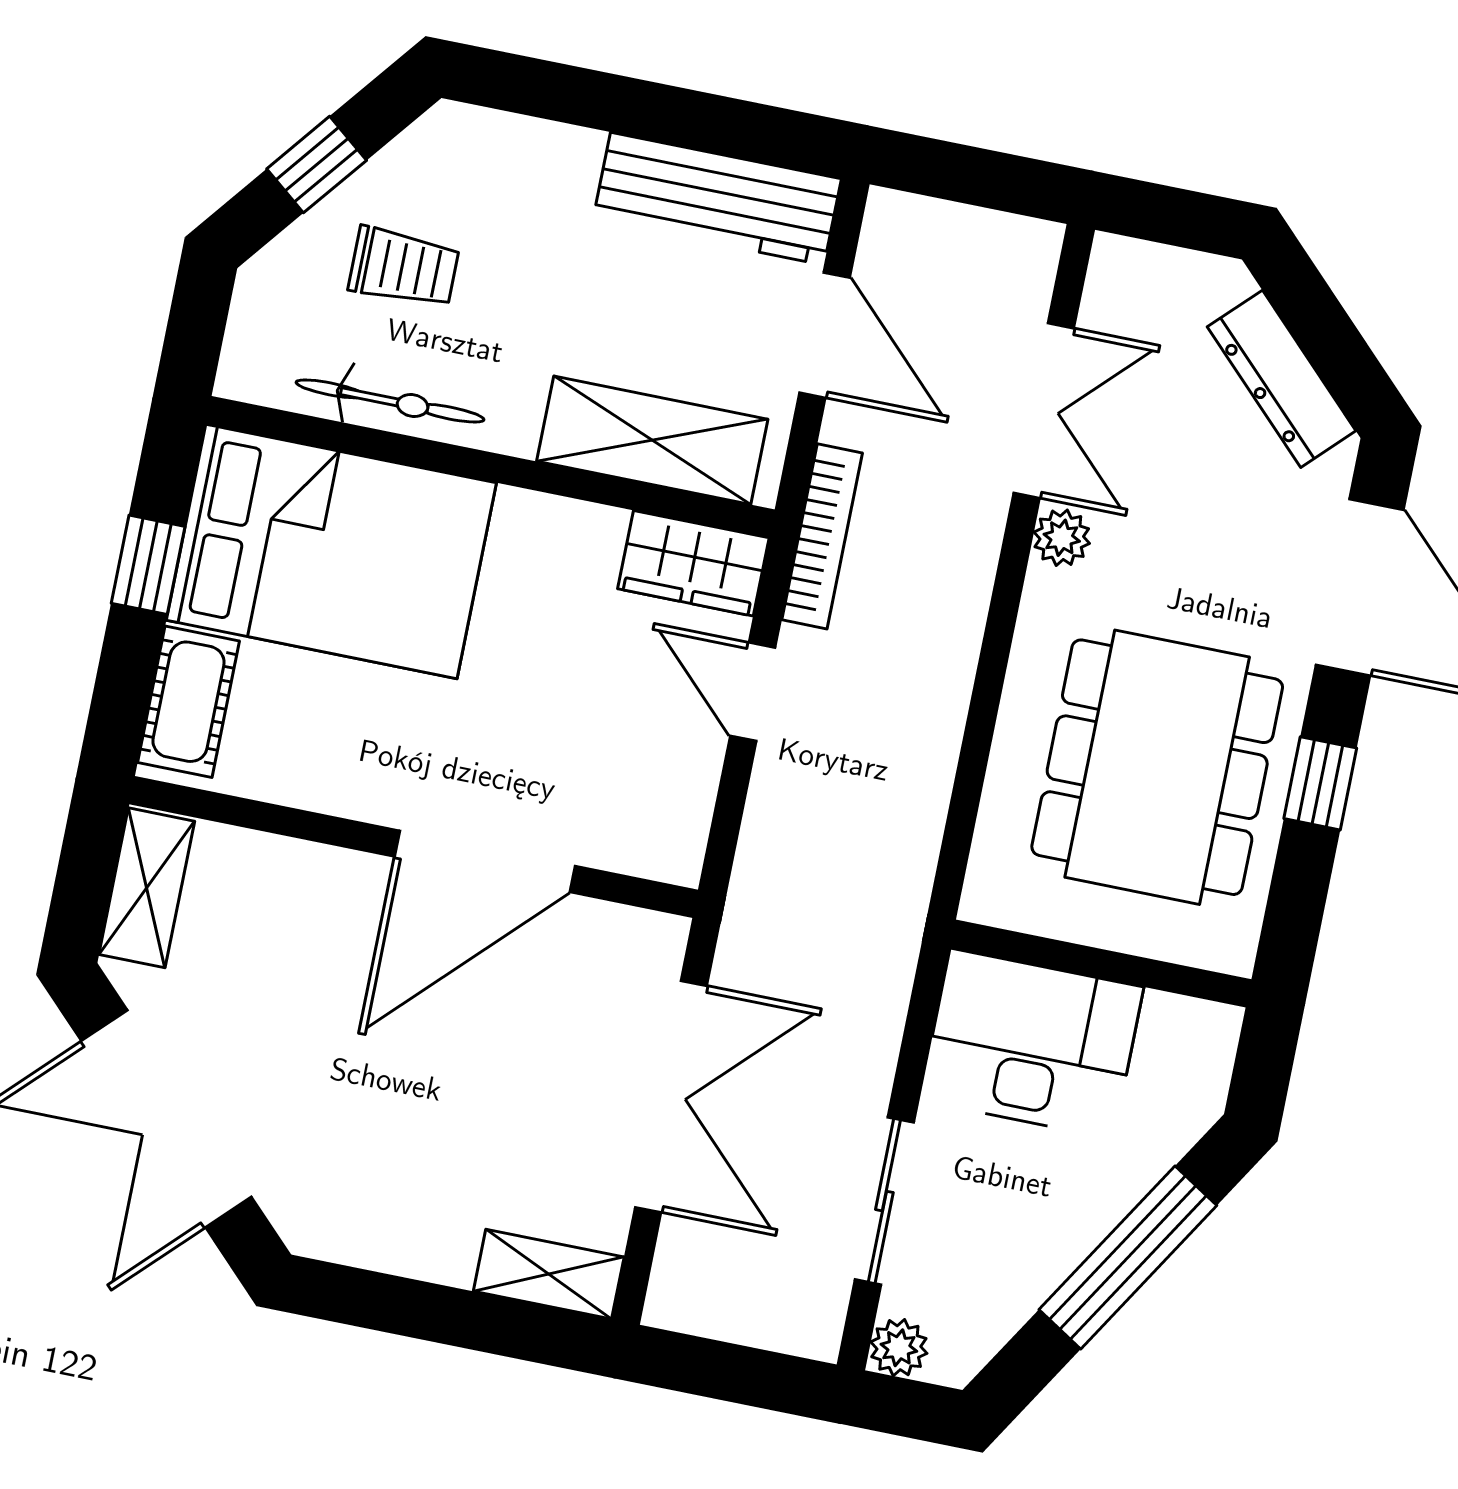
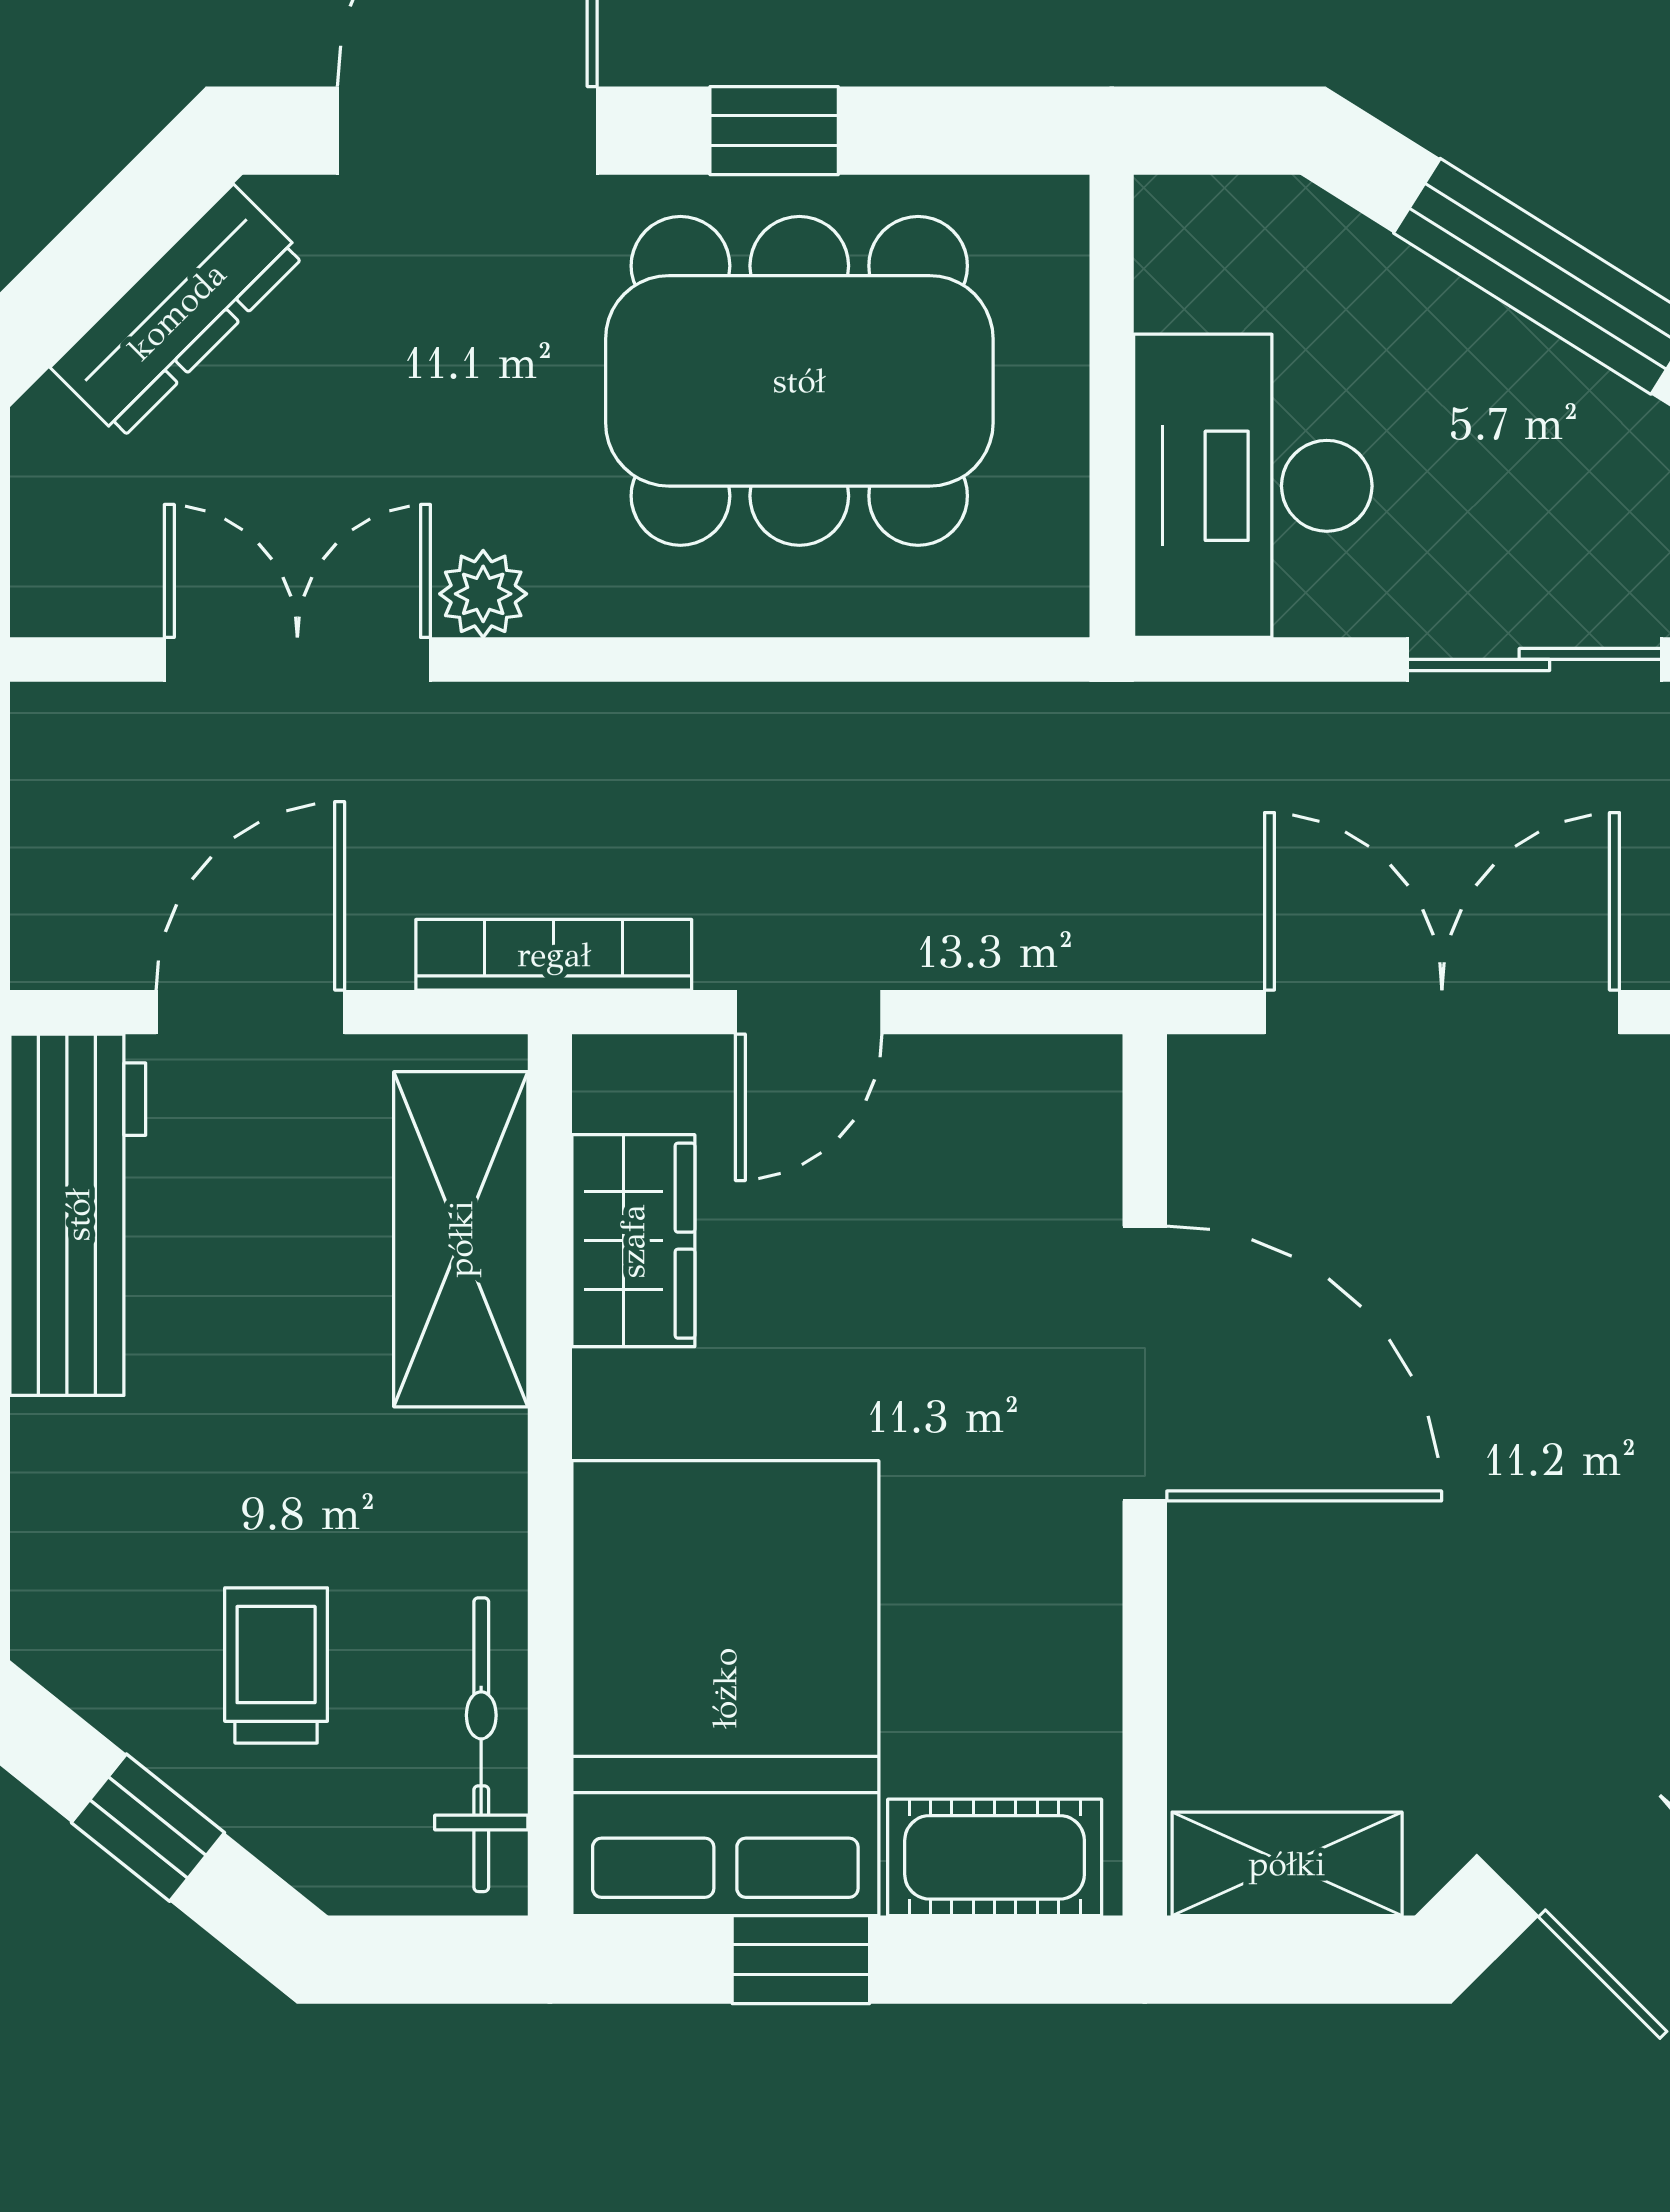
bicycle: (390, 401) -> (481, 1745), moved
wardrobe: (693, 563) -> (633, 1241), moved

